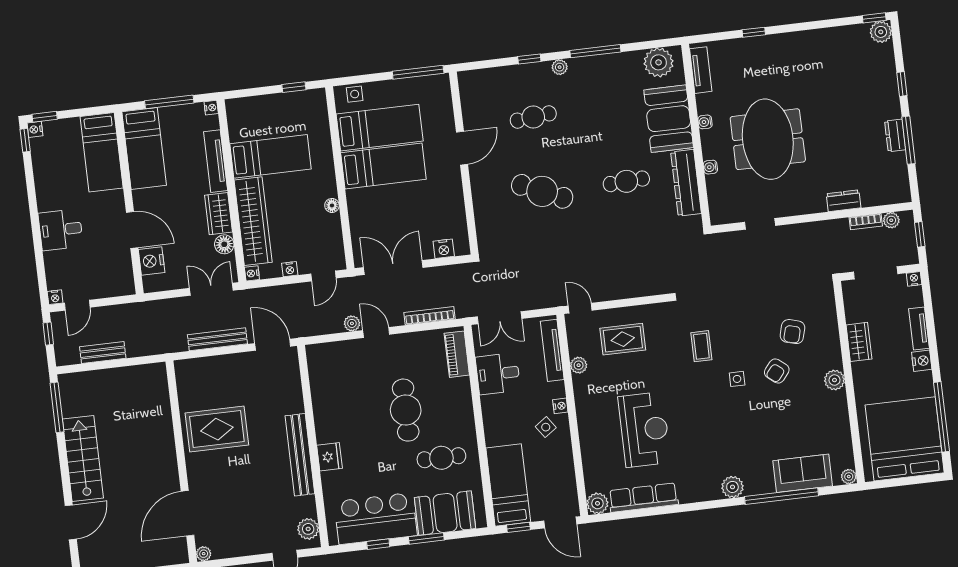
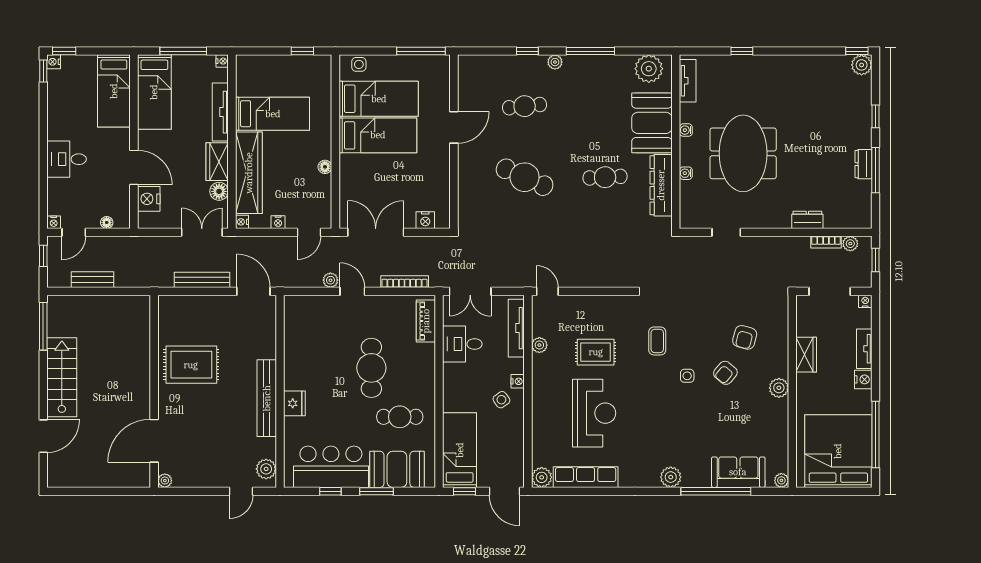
floor lamp: (111, 291) -> (107, 222), added
rug: (623, 339) -> (596, 352), moved

